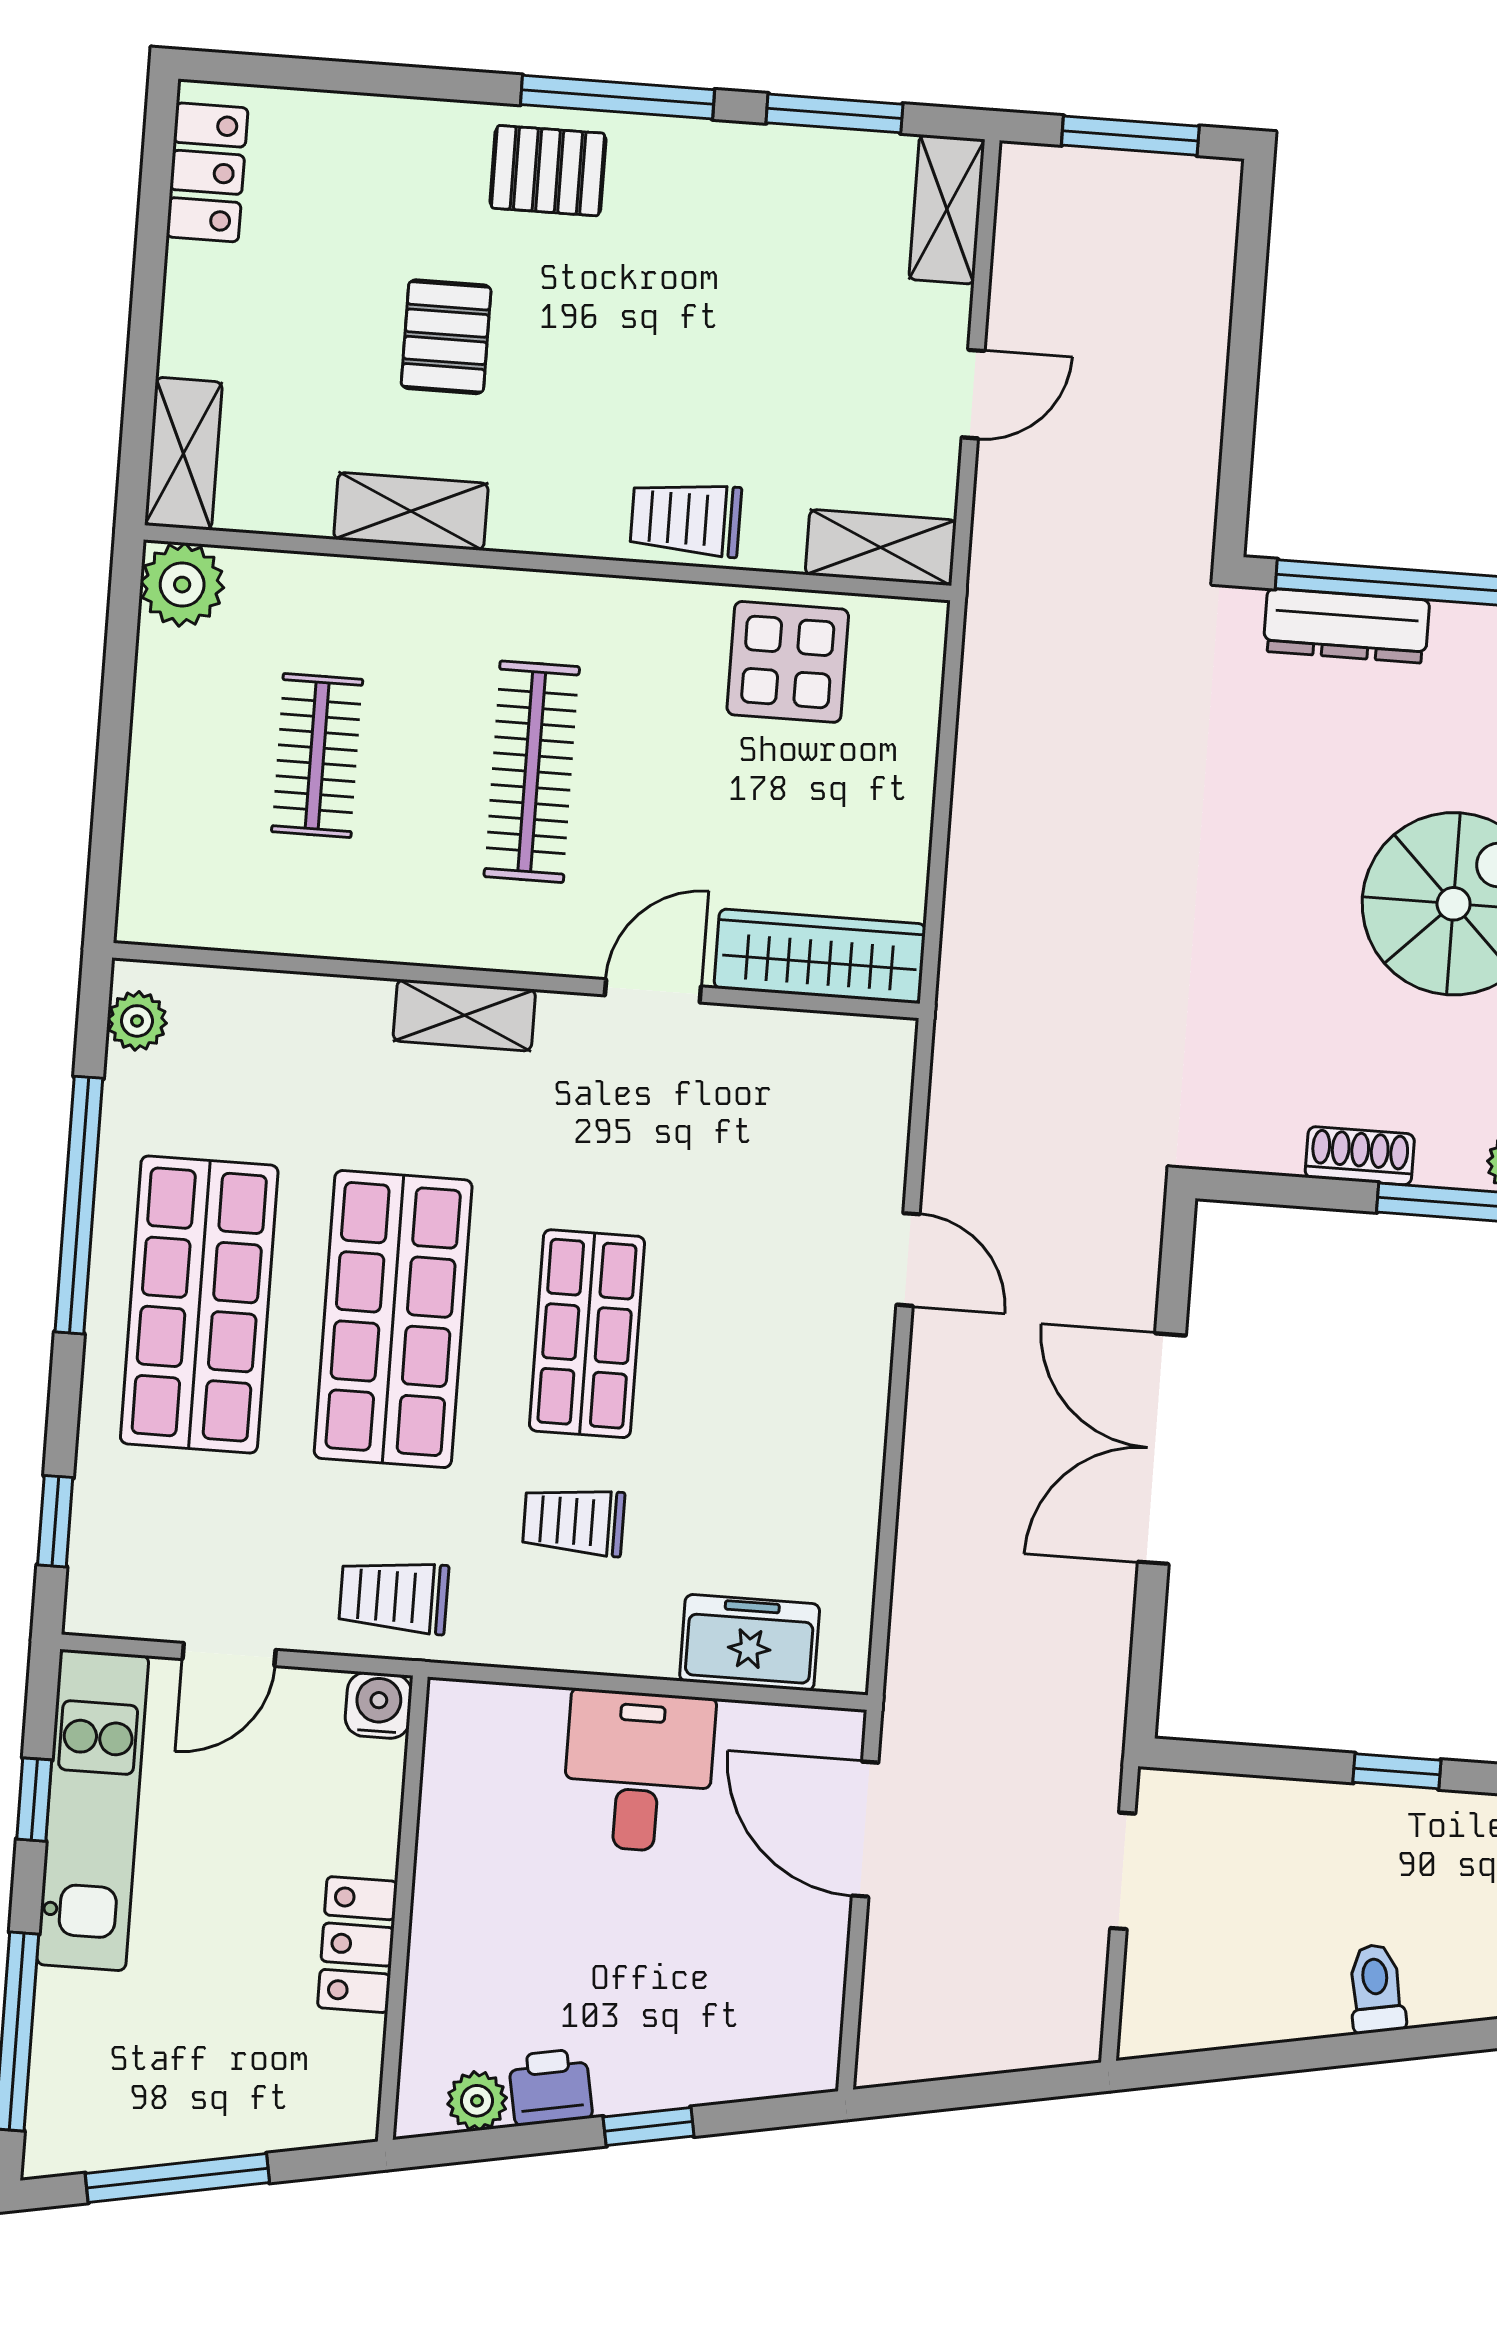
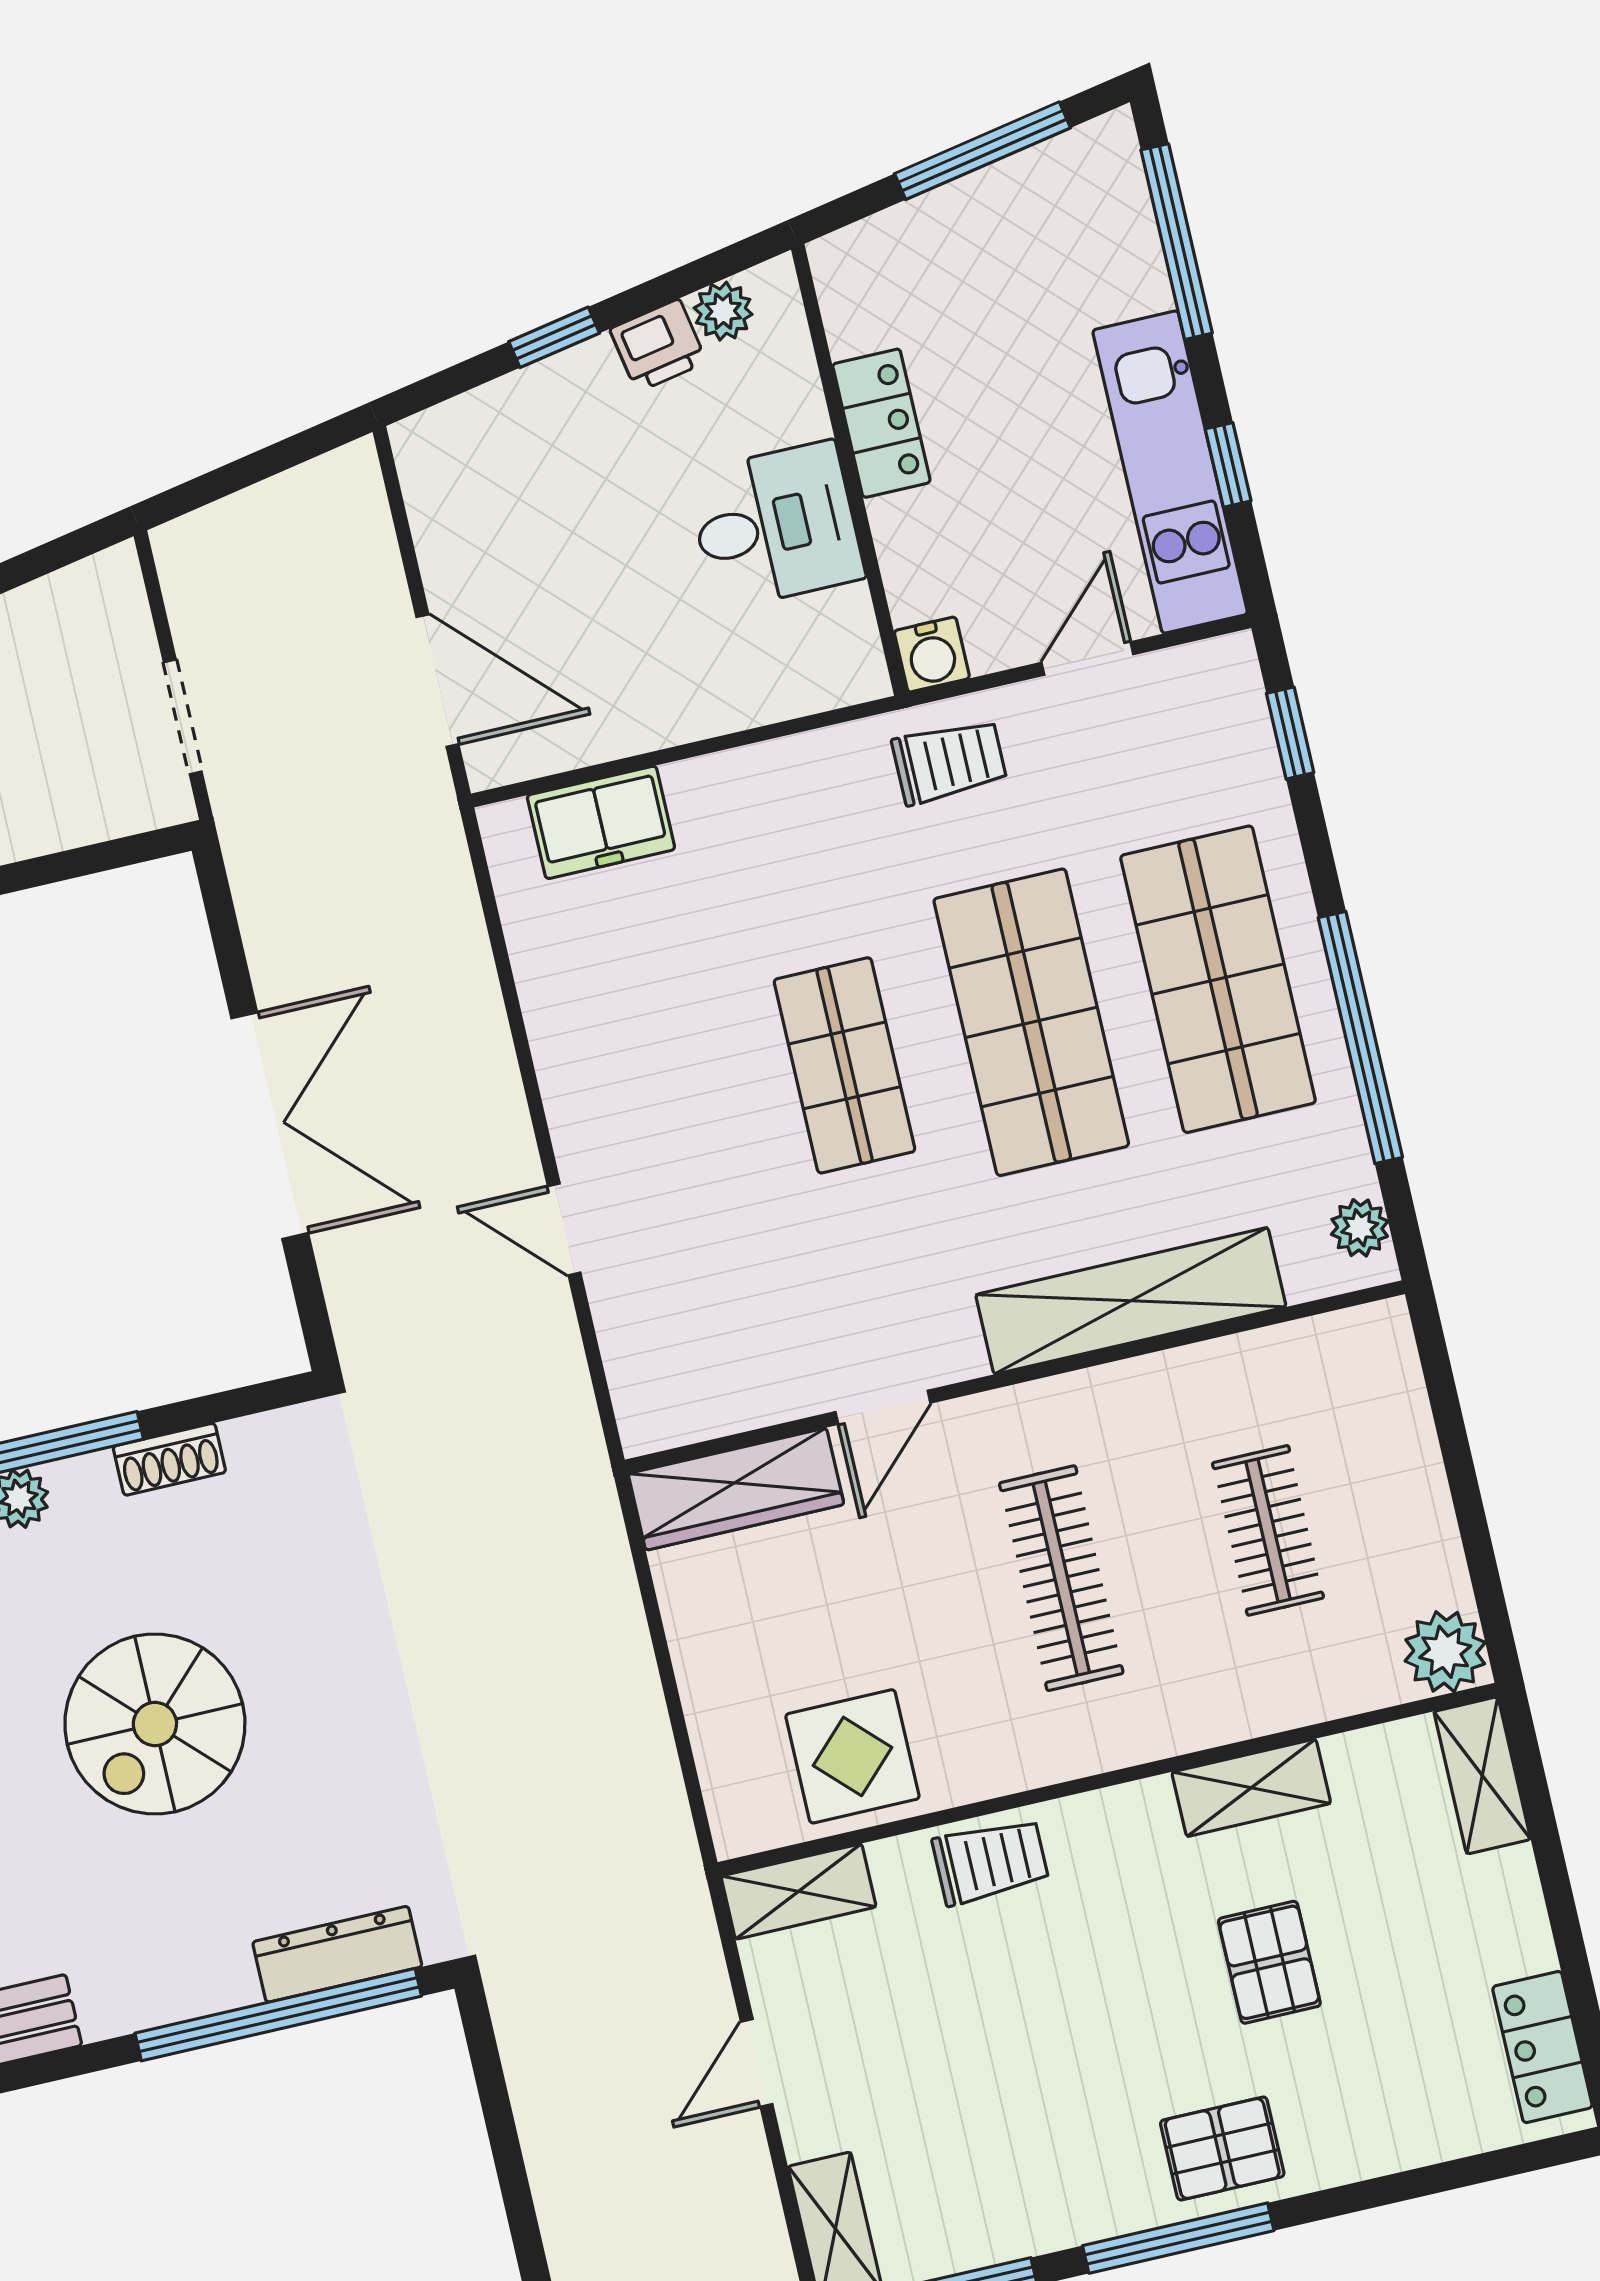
shelving: (464, 1015) -> (1131, 1301), width x2.20, depth x1.33
trolley: (574, 1521) -> (802, 885), removed
desk: (639, 1771) -> (775, 526), moved, turned -90

